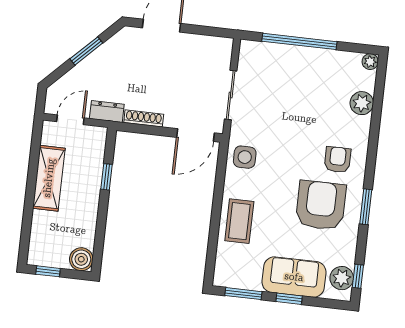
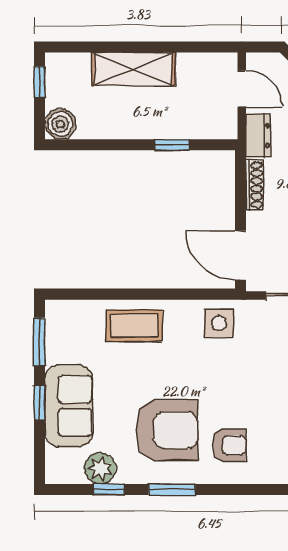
shelving: (49, 178) -> (133, 69), moved
window: (358, 276) -> (108, 490), moved
plant: (342, 278) -> (100, 469), moved

